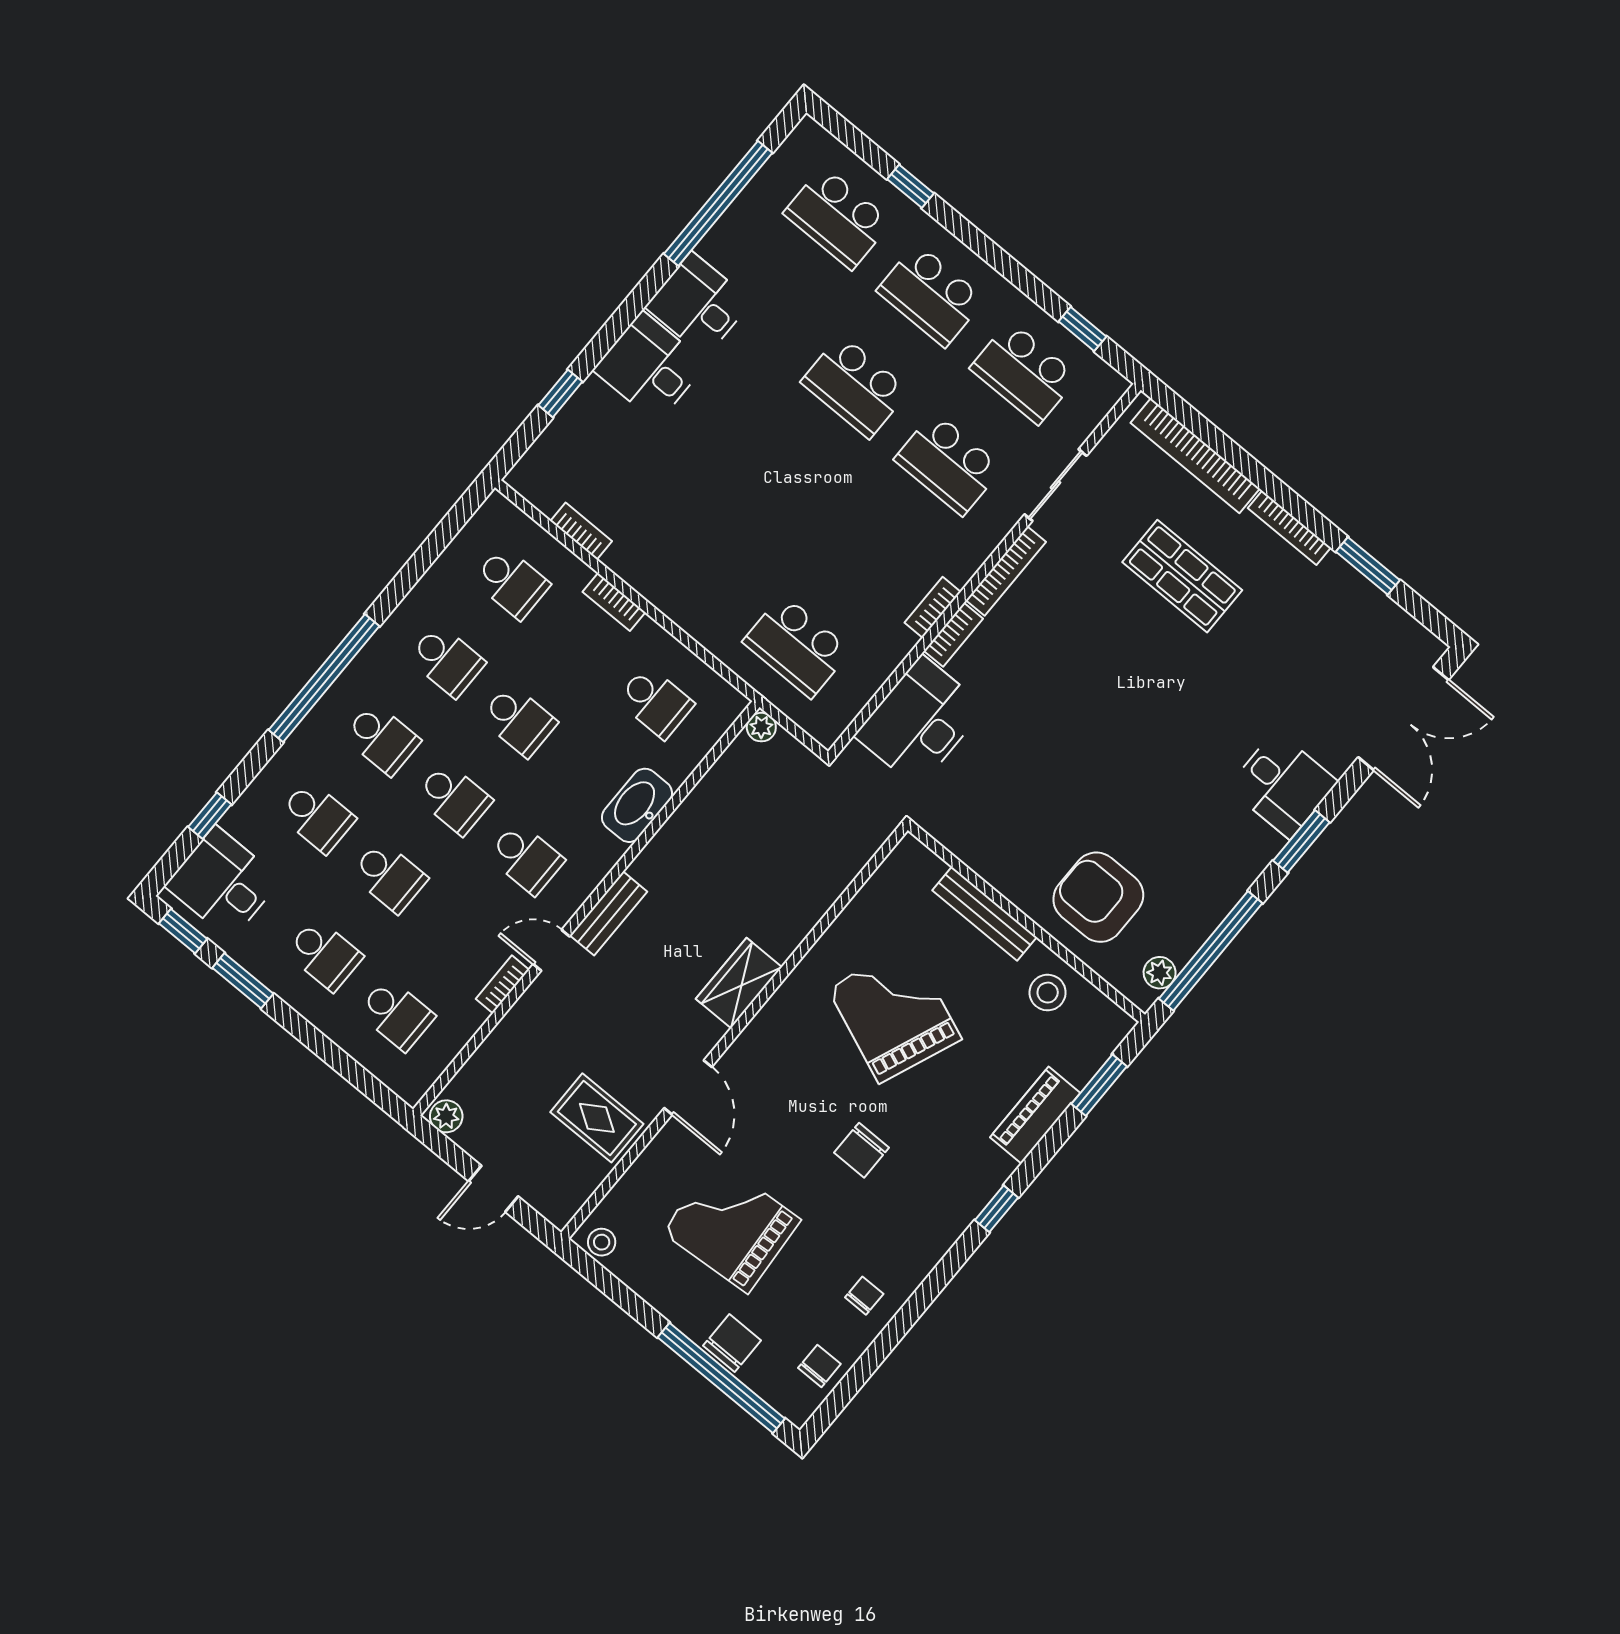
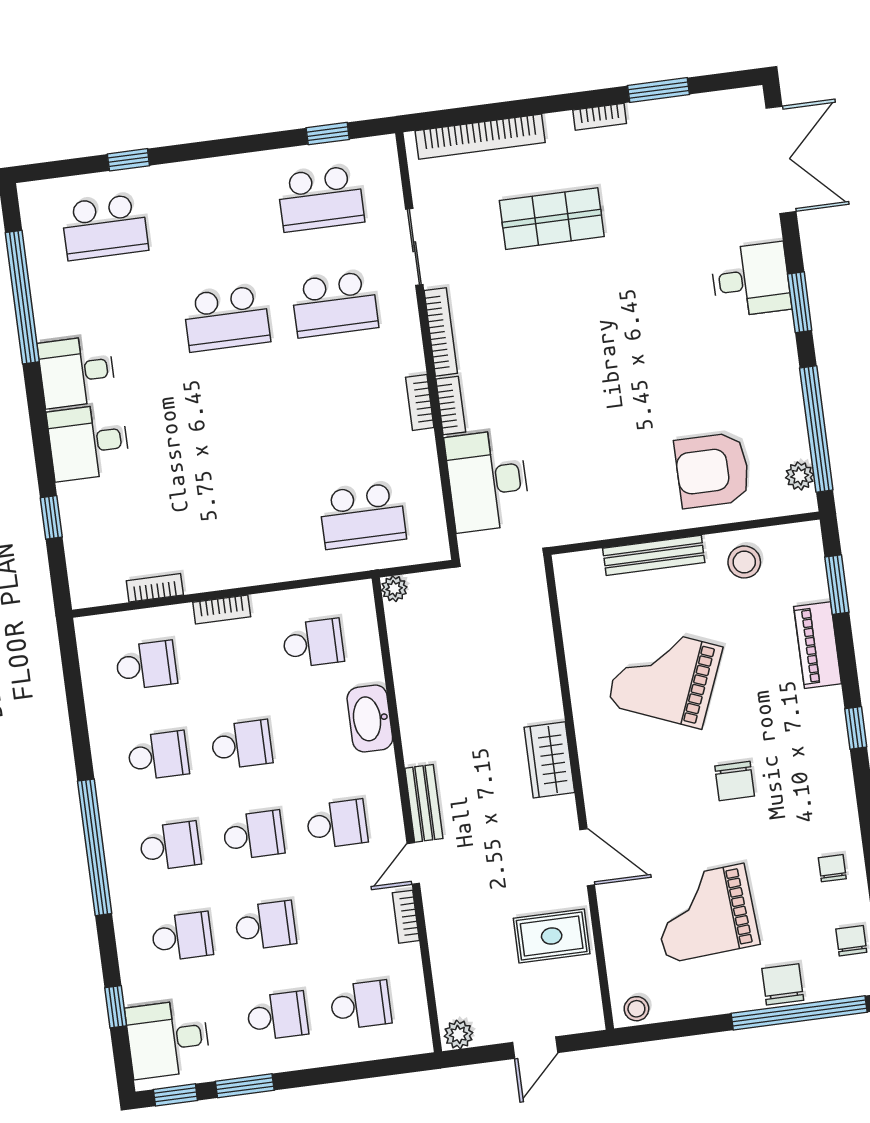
school desk: (931, 295) -> (213, 213), removed
bookcase: (1289, 528) -> (600, 117), width x0.64

